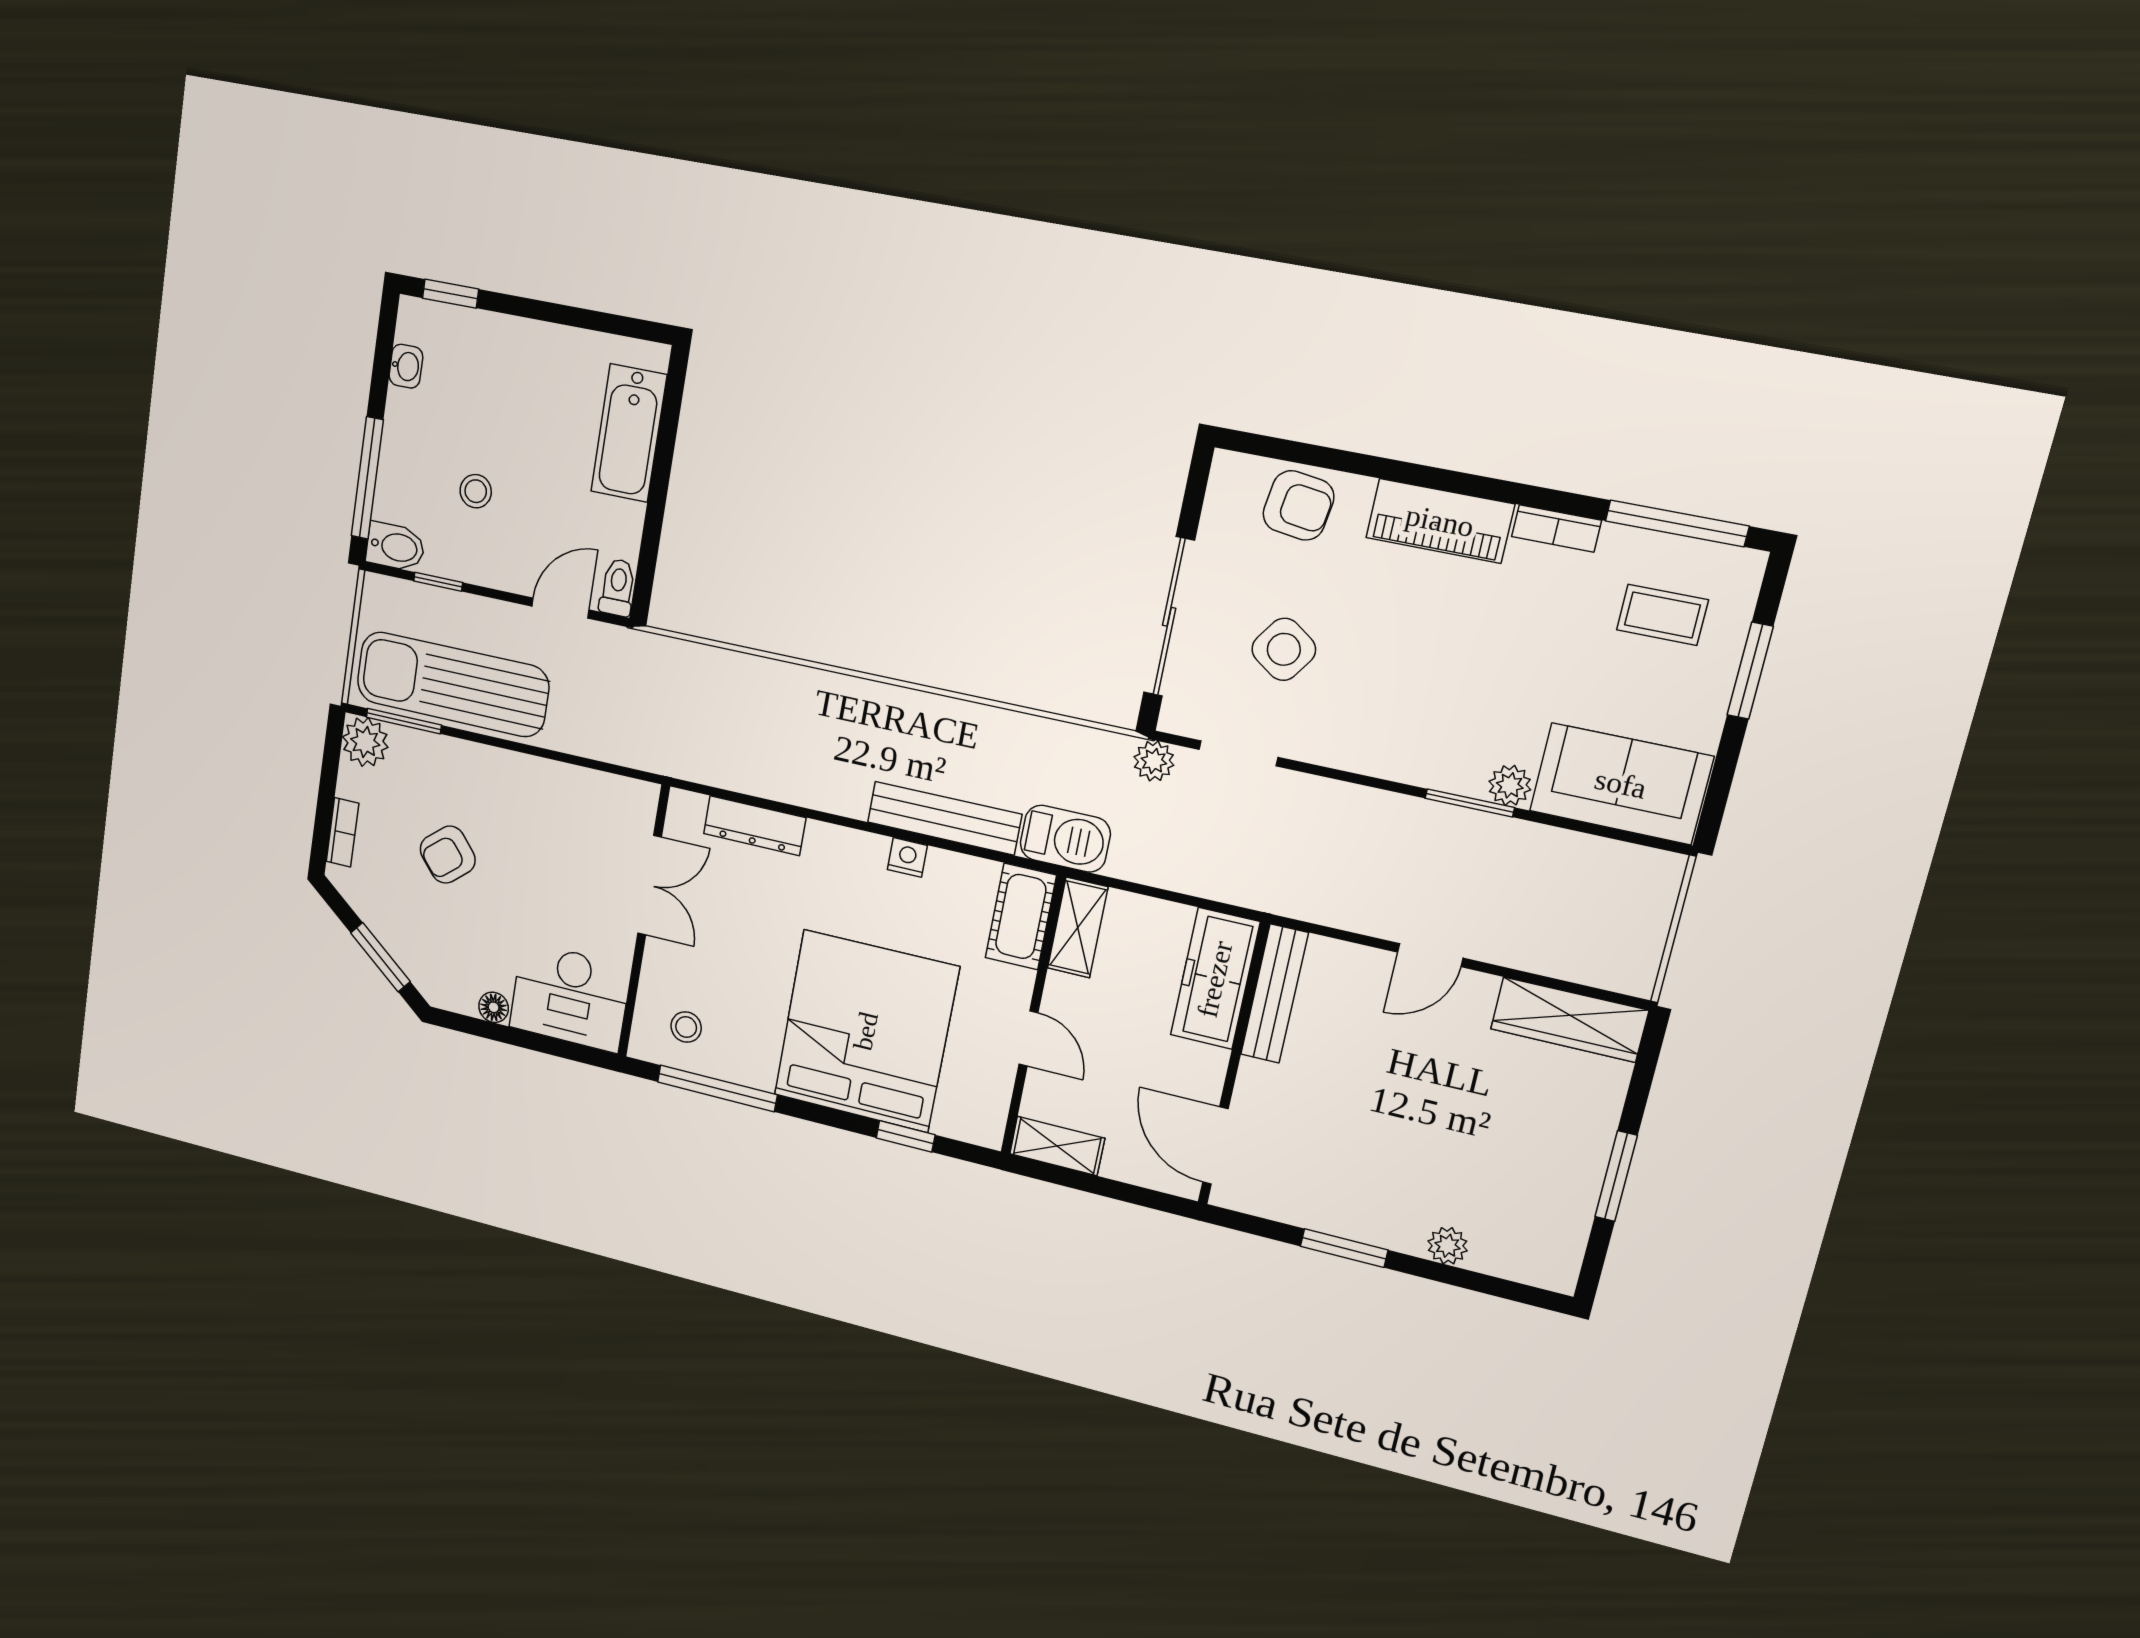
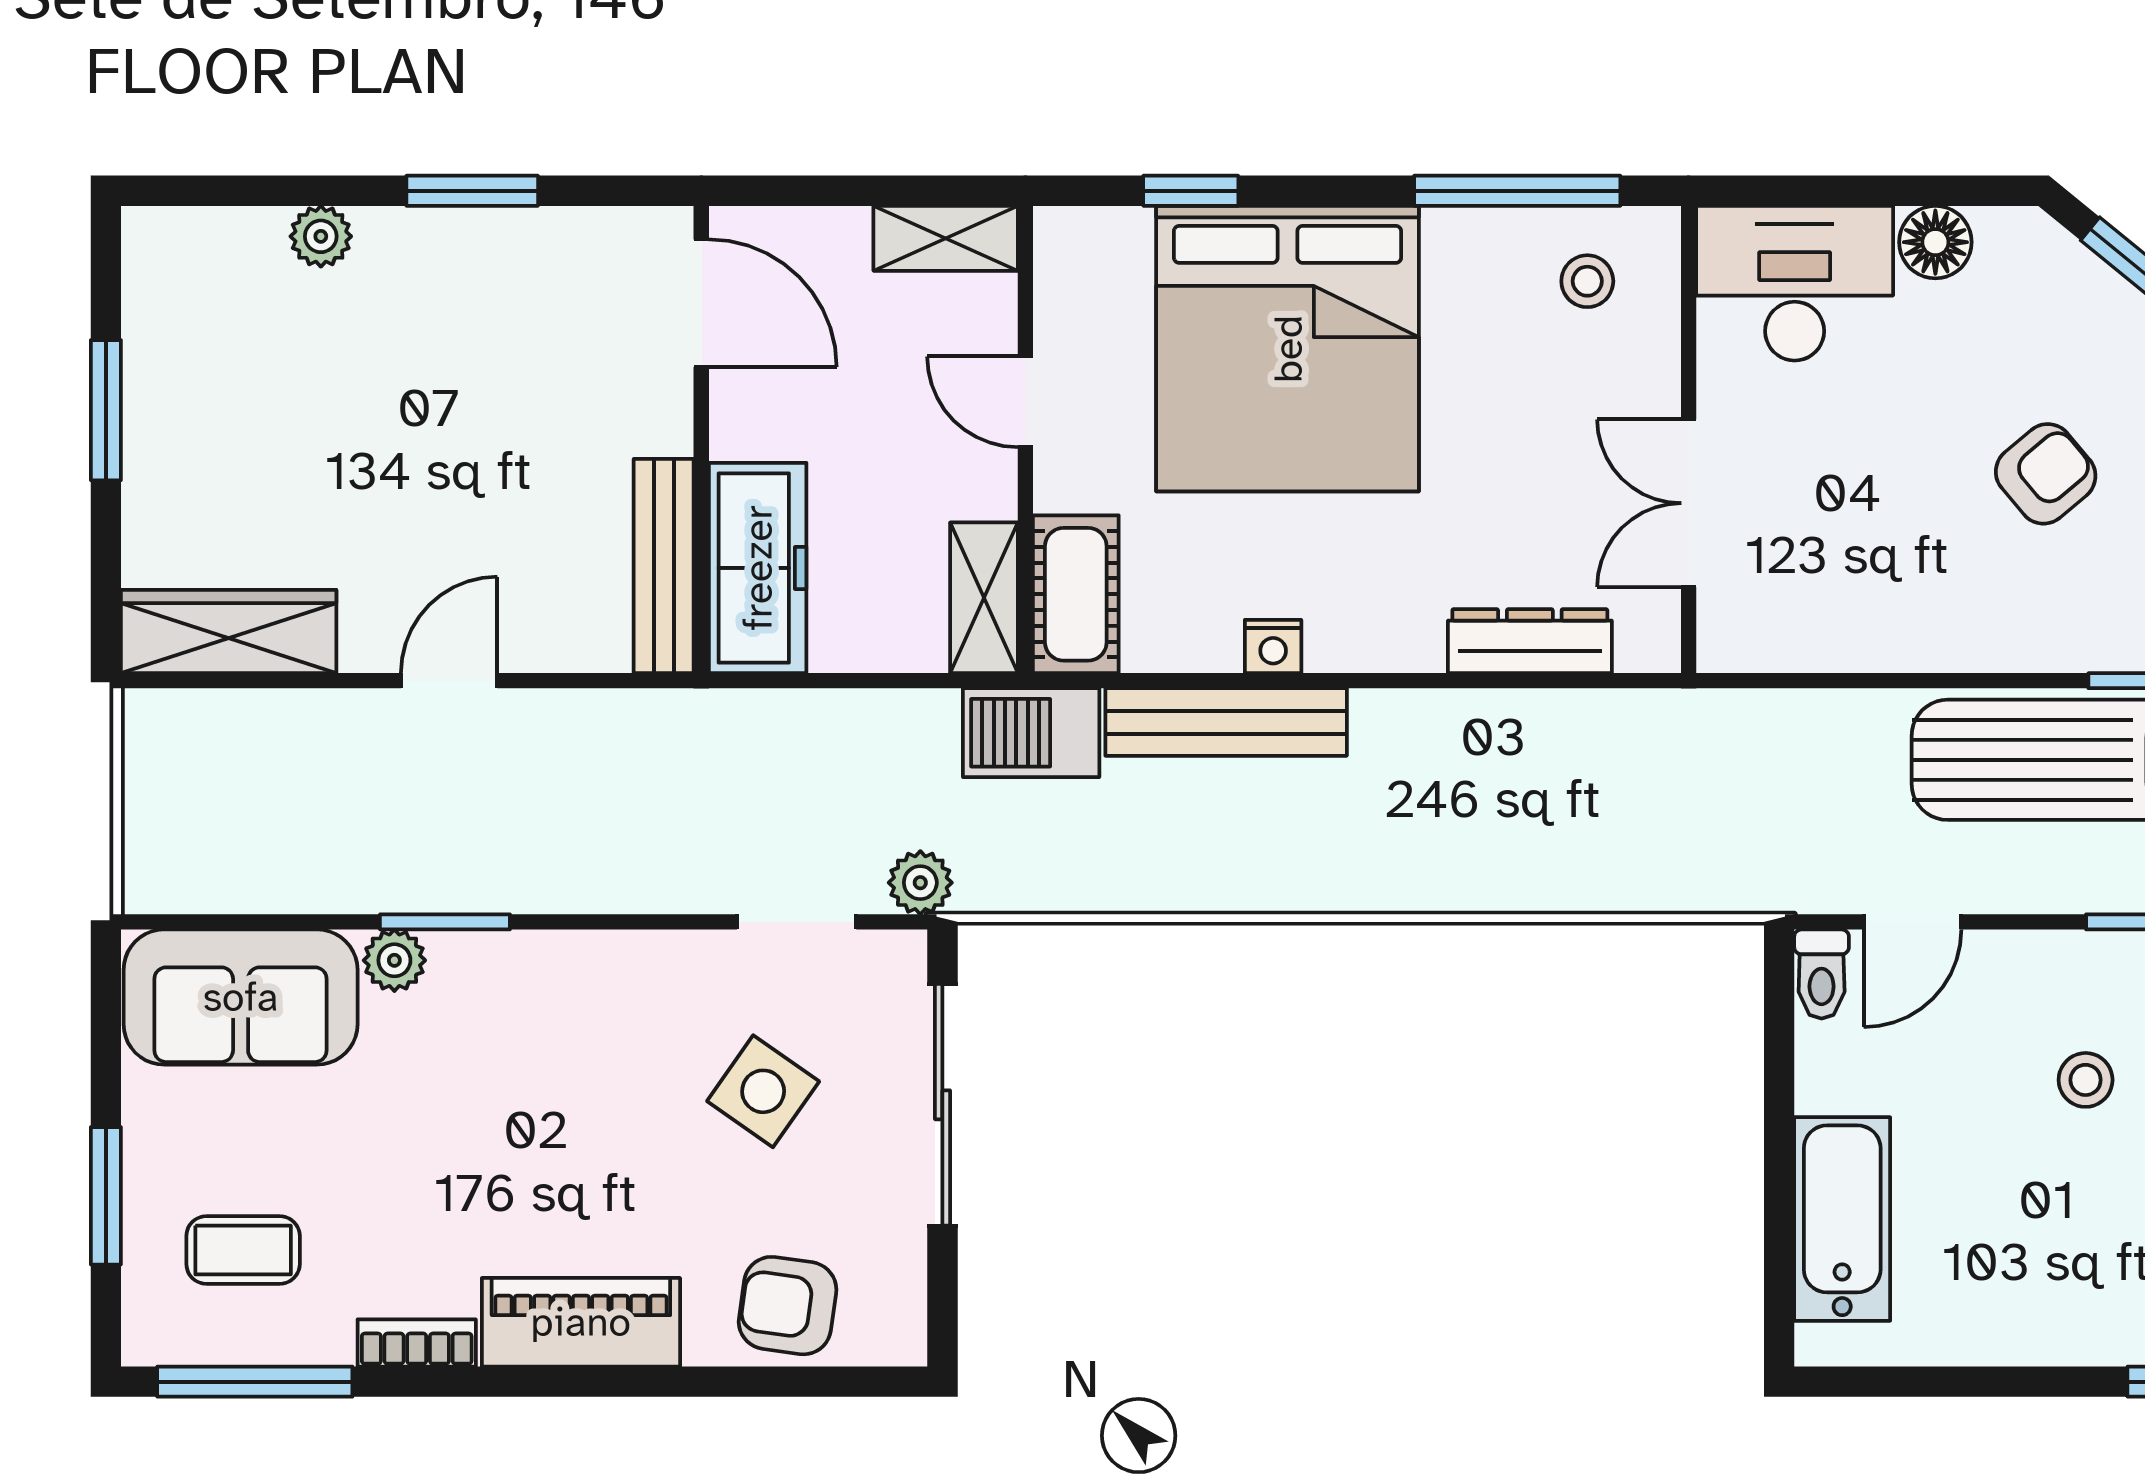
floor lamp: (494, 1007) -> (1935, 242), width x1.37, depth x1.37

